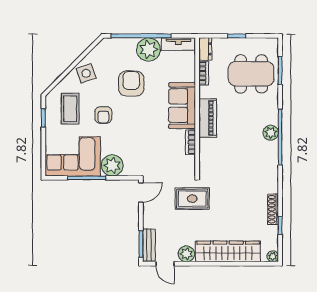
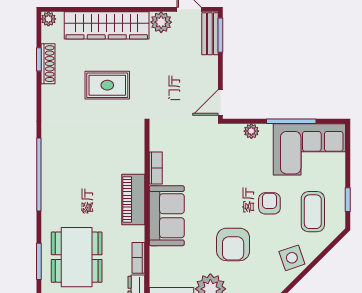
dining table: (251, 74) -> (77, 257), turned 90
plant: (271, 133) -> (51, 180), removed
plant: (112, 165) -> (251, 131), width x0.53, depth x0.53
rug: (192, 199) -> (107, 85), moved
shoe rack: (273, 209) -> (48, 64), moved

